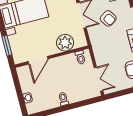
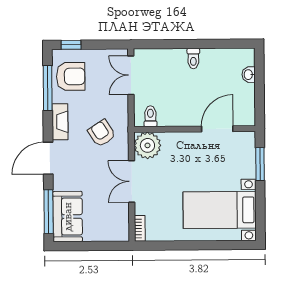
armchair: (108, 18) -> (102, 133), moved
plant: (65, 43) -> (147, 145), moved

